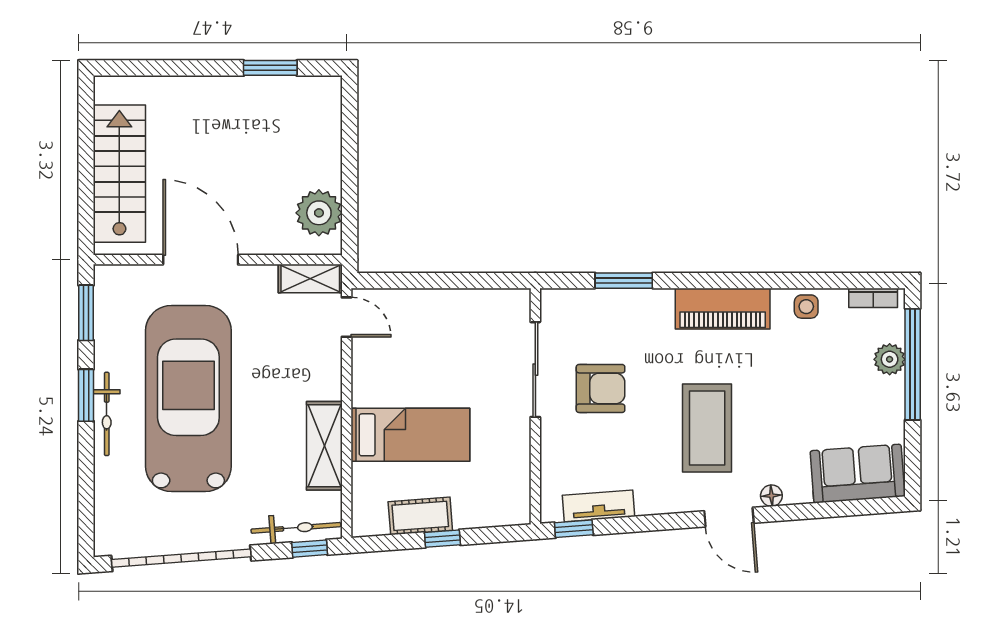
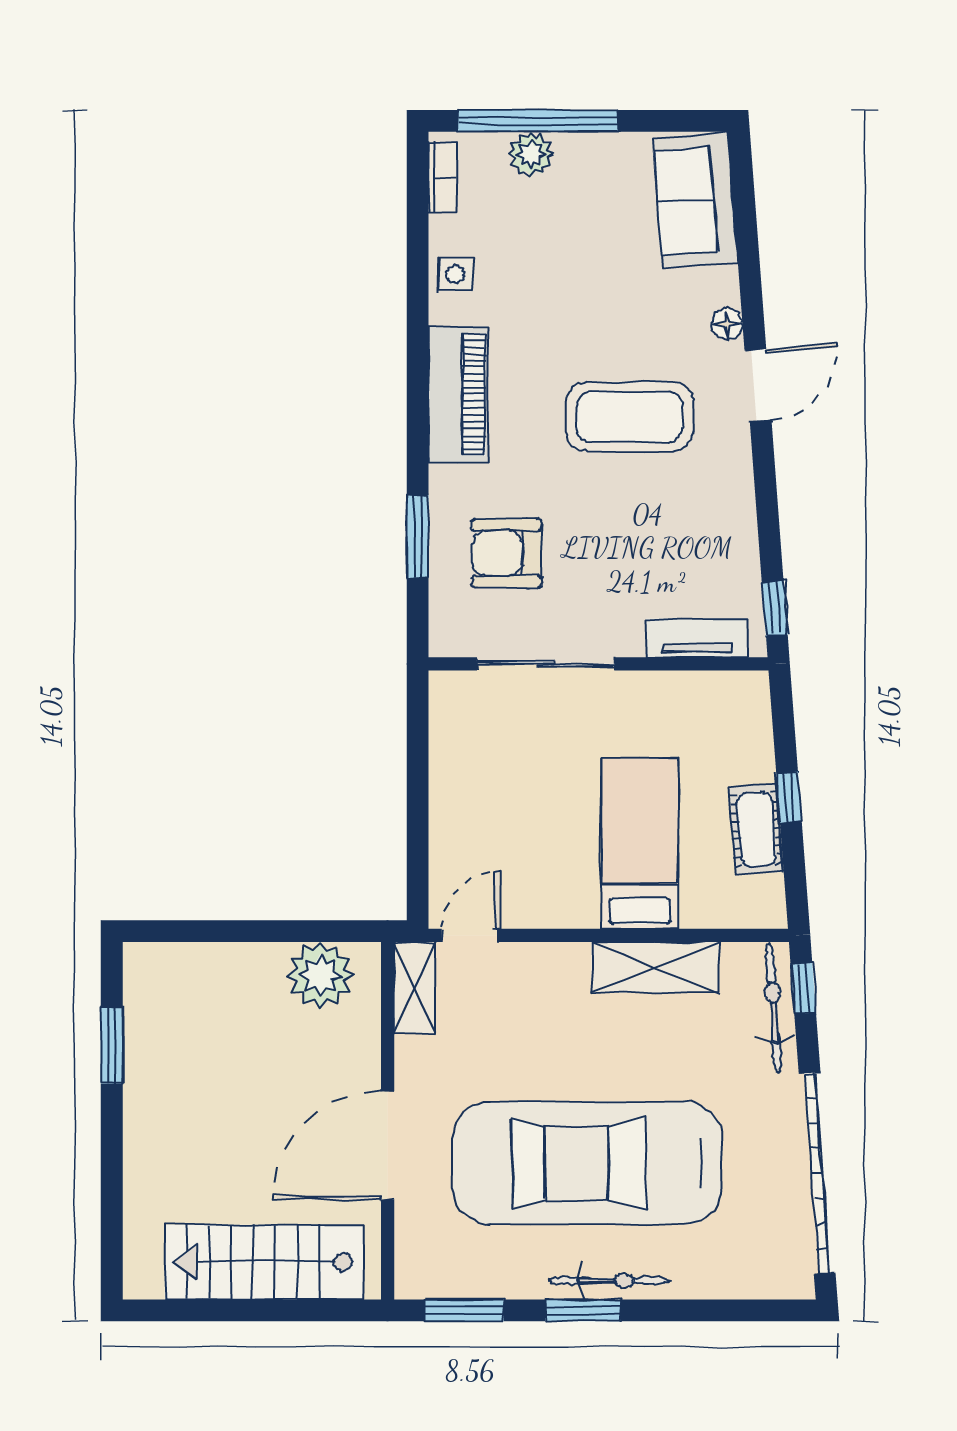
armchair: (601, 388) -> (507, 553), moved, turned -90
tv unit: (599, 506) -> (697, 638), moved, turned 94

